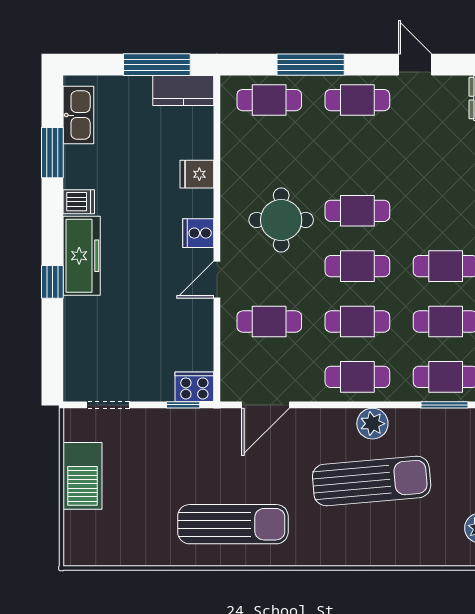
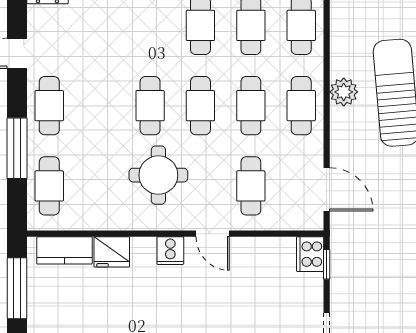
kitchen counter: (183, 91) -> (64, 250), moved, turned 90
fridge: (197, 174) -> (112, 252), width x1.38
window: (444, 405) -> (327, 26), removed

